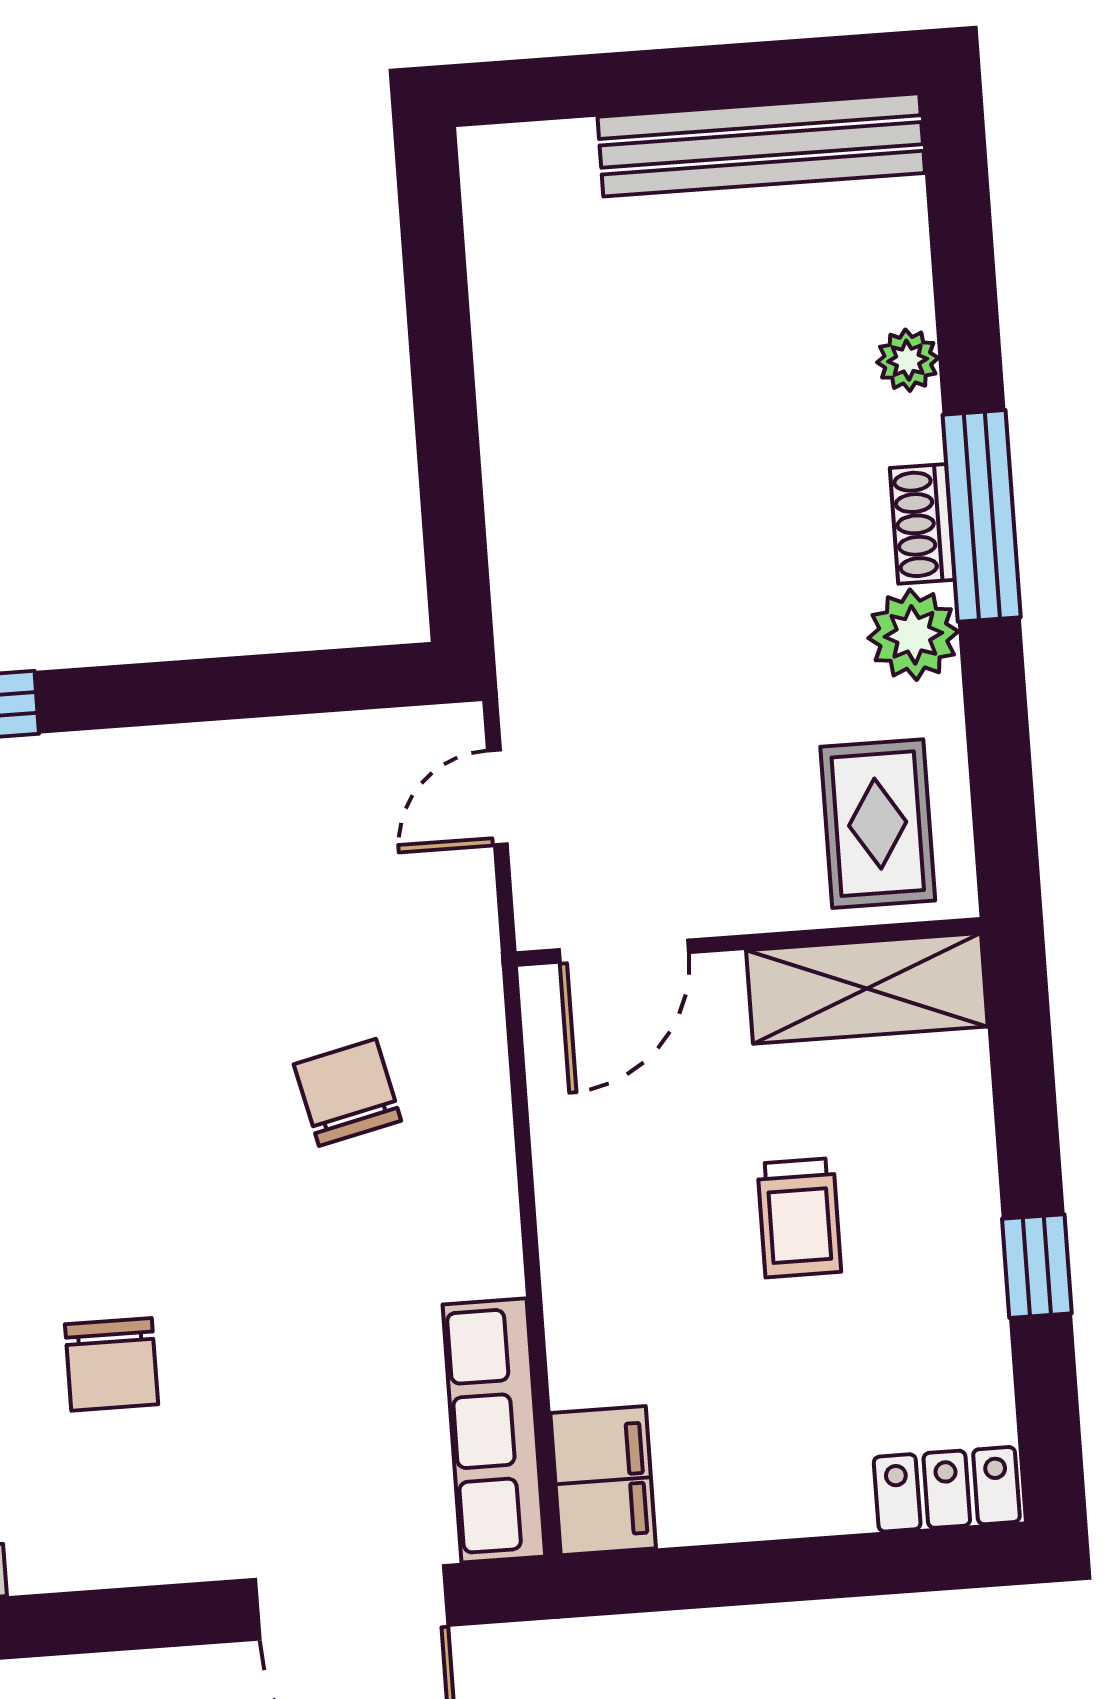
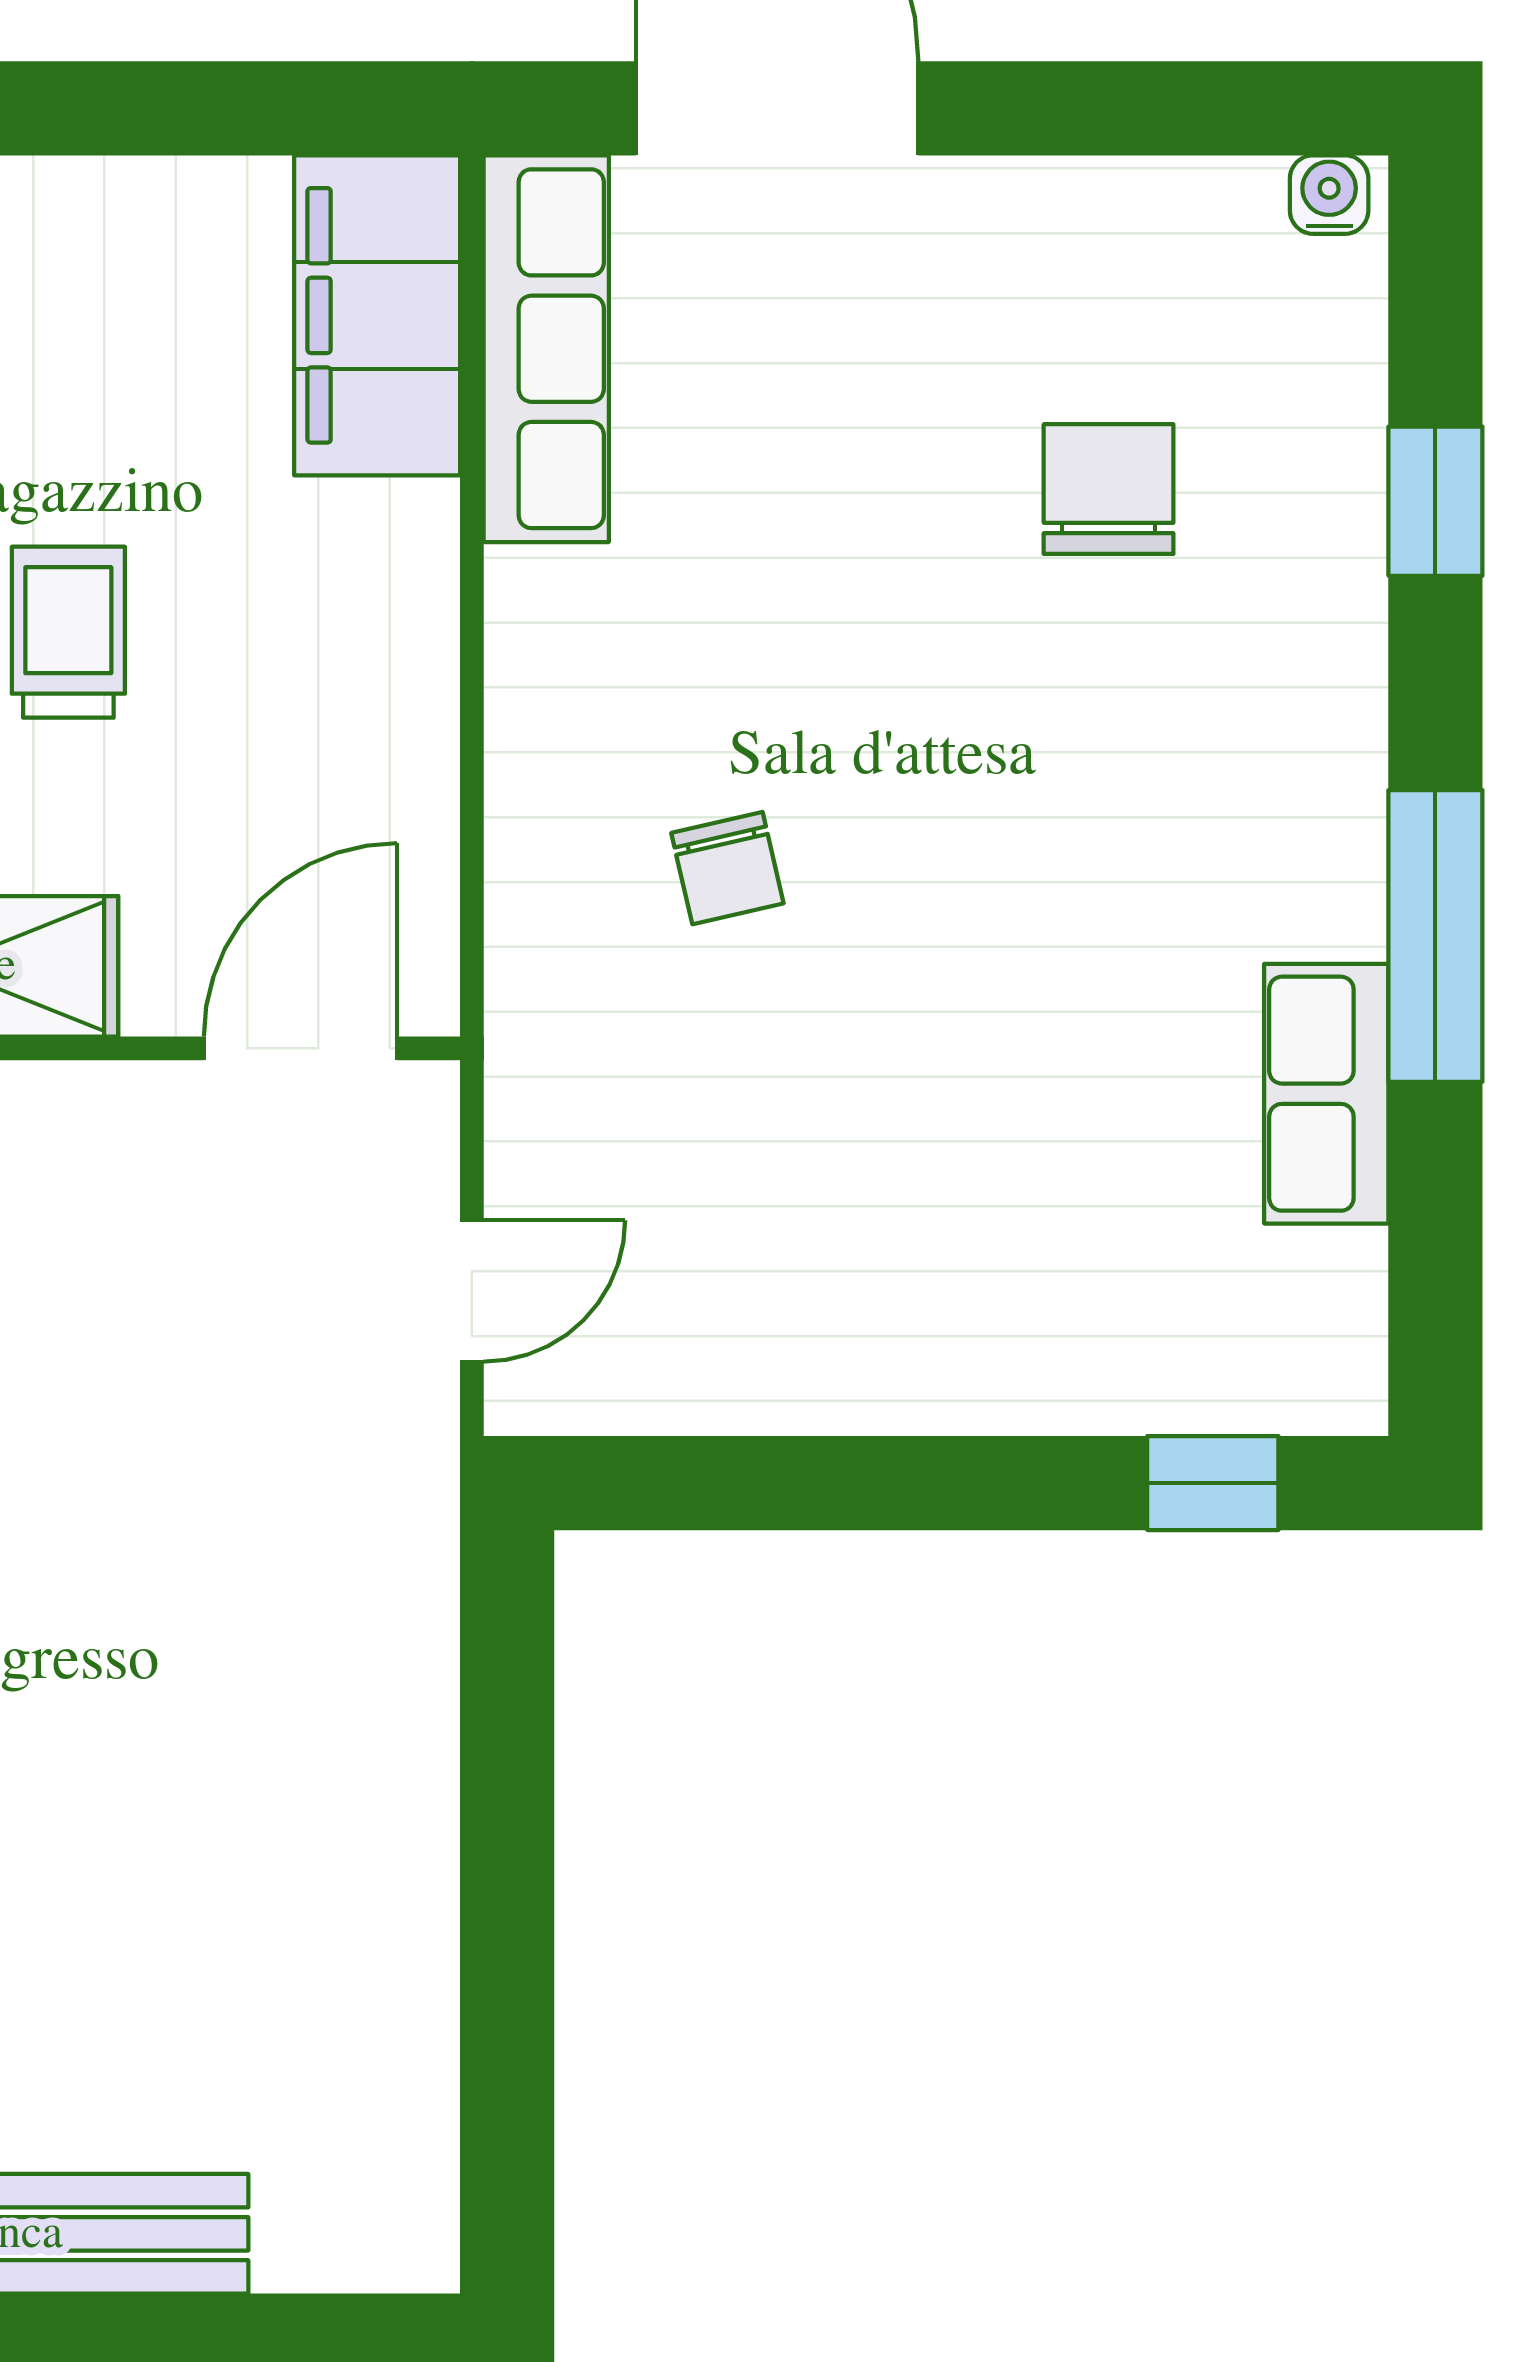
chair: (347, 1092) -> (727, 868), width x0.73, depth x0.73
filing cabinet: (603, 1481) -> (377, 315), width x1.50, depth x1.17

